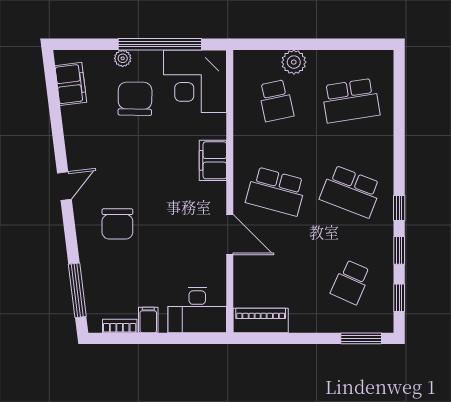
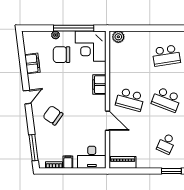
plant: (294, 62) -> (118, 37), moved
filing cabinet: (71, 84) -> (32, 63), moved
chair: (135, 99) -> (62, 55), turned -91
school desk: (276, 101) -> (130, 56), removed
chair: (117, 224) -> (53, 115), turned 125

